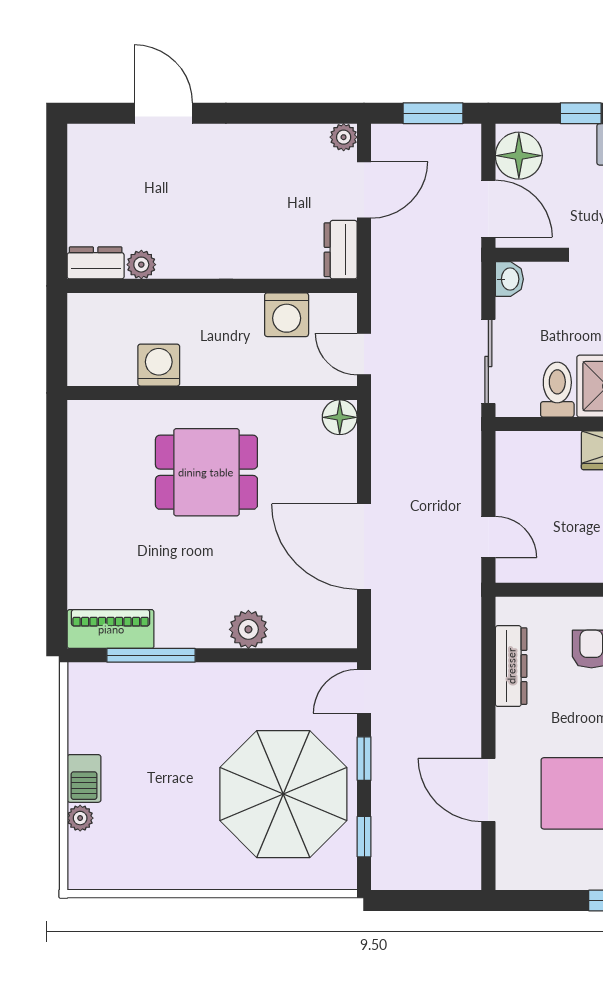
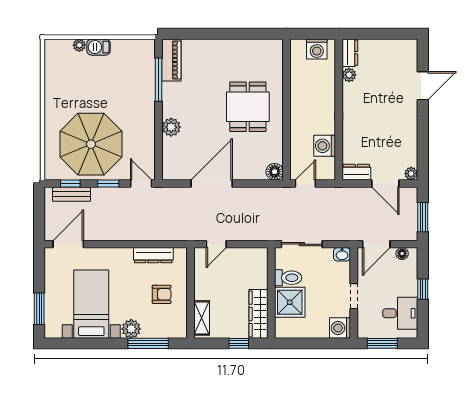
floor lamp: (519, 156) -> (402, 254), width x0.53, depth x0.53
washing machine: (159, 365) -> (317, 49), moved, turned 90
door: (488, 790) -> (68, 244), moved
bench: (386, 834) -> (71, 194), added

